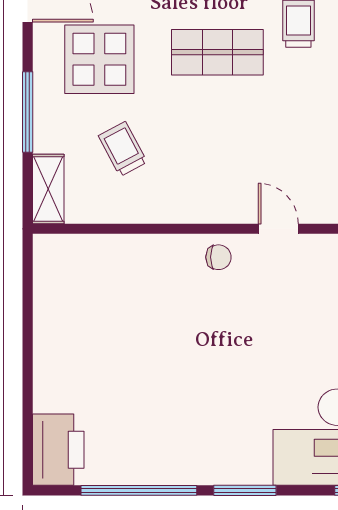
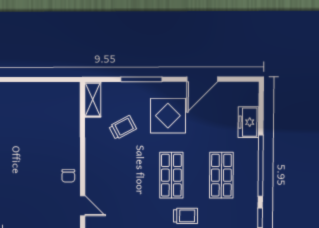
shelving: (48, 189) -> (93, 100), moved, turned 90
door: (278, 229) -> (83, 206), hinge flipped

